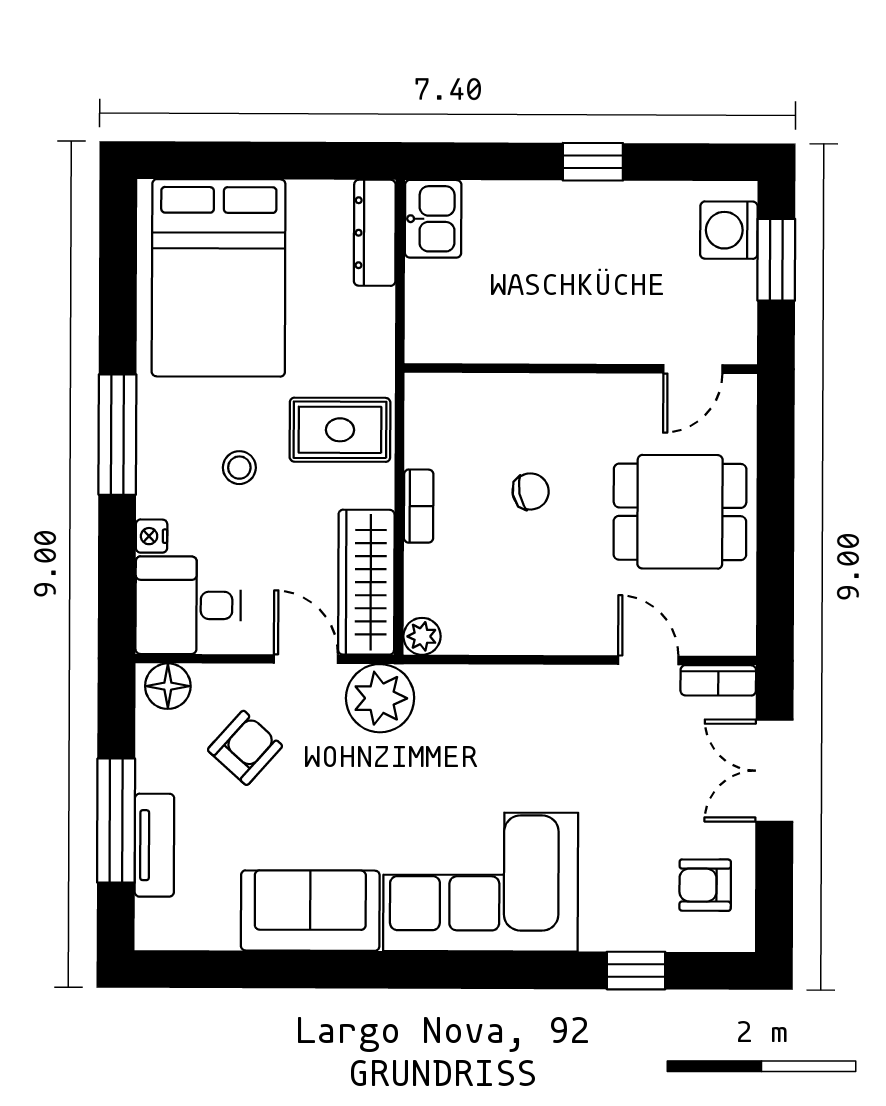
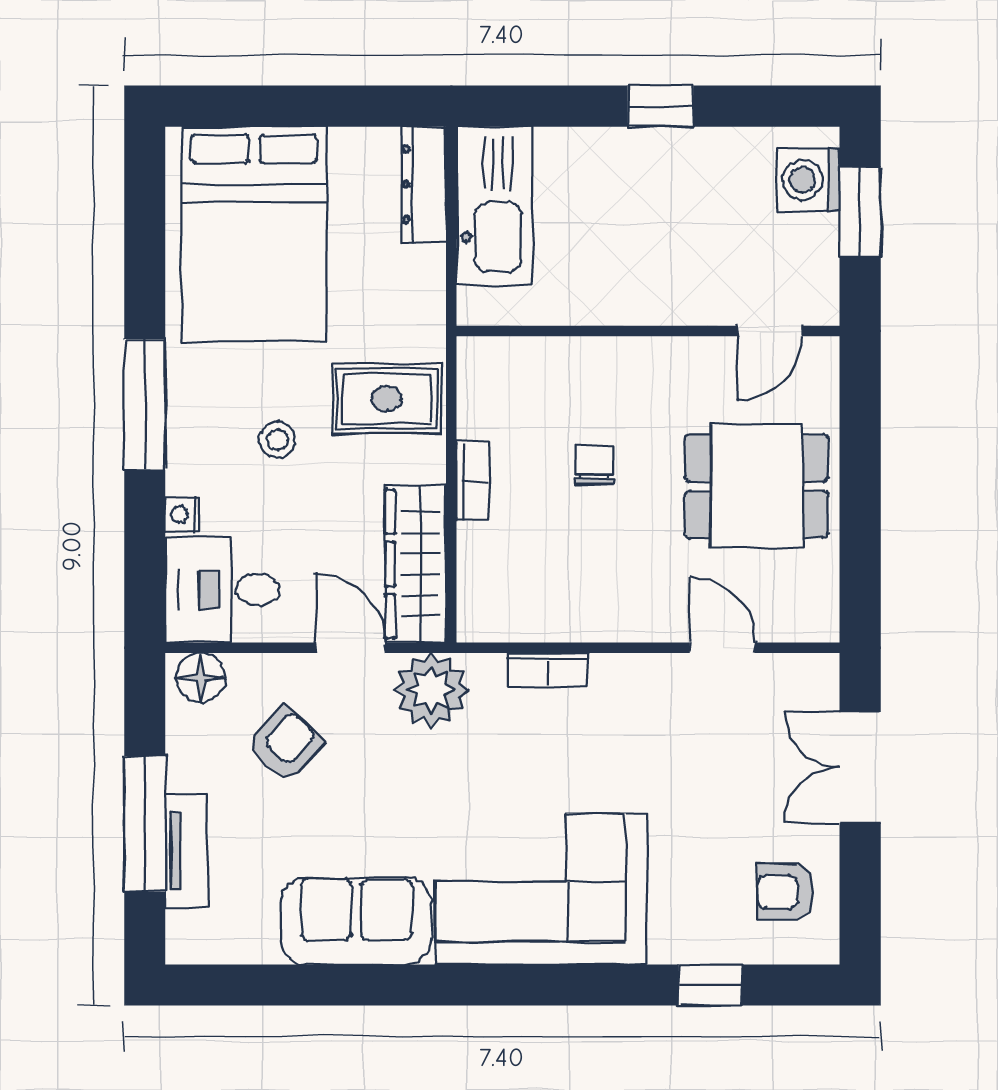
kitchen sink: (433, 219) -> (494, 206), width x1.87, depth x1.24
chair: (531, 491) -> (594, 465), turned -79
plant: (422, 636) -> (477, 623), removed
bookcase: (718, 680) -> (548, 669), moved

